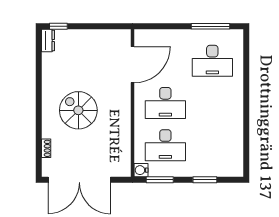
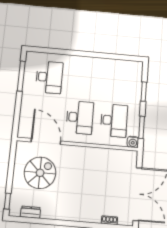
dresser: (48, 41) -> (30, 212), moved
spiral stairs: (78, 110) -> (40, 173), moved, turned 180

